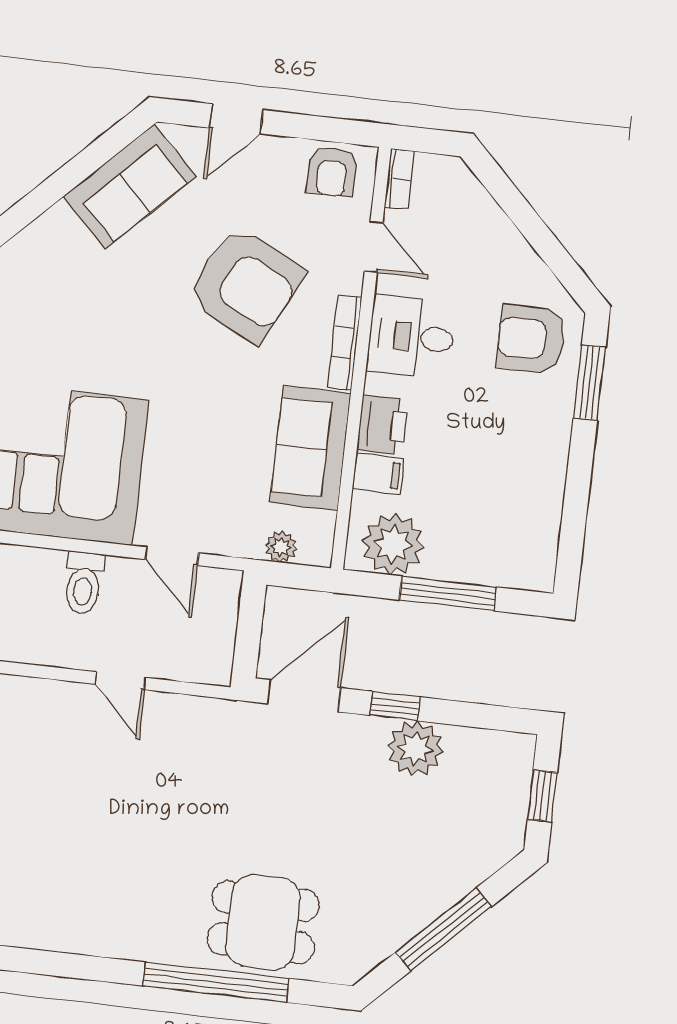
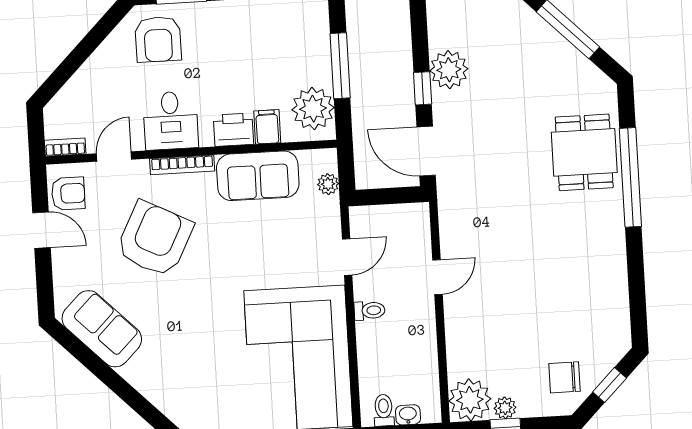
door: (236, 119) -> (42, 230), moved
toilet: (83, 583) -> (369, 311), width x0.73, depth x0.72

